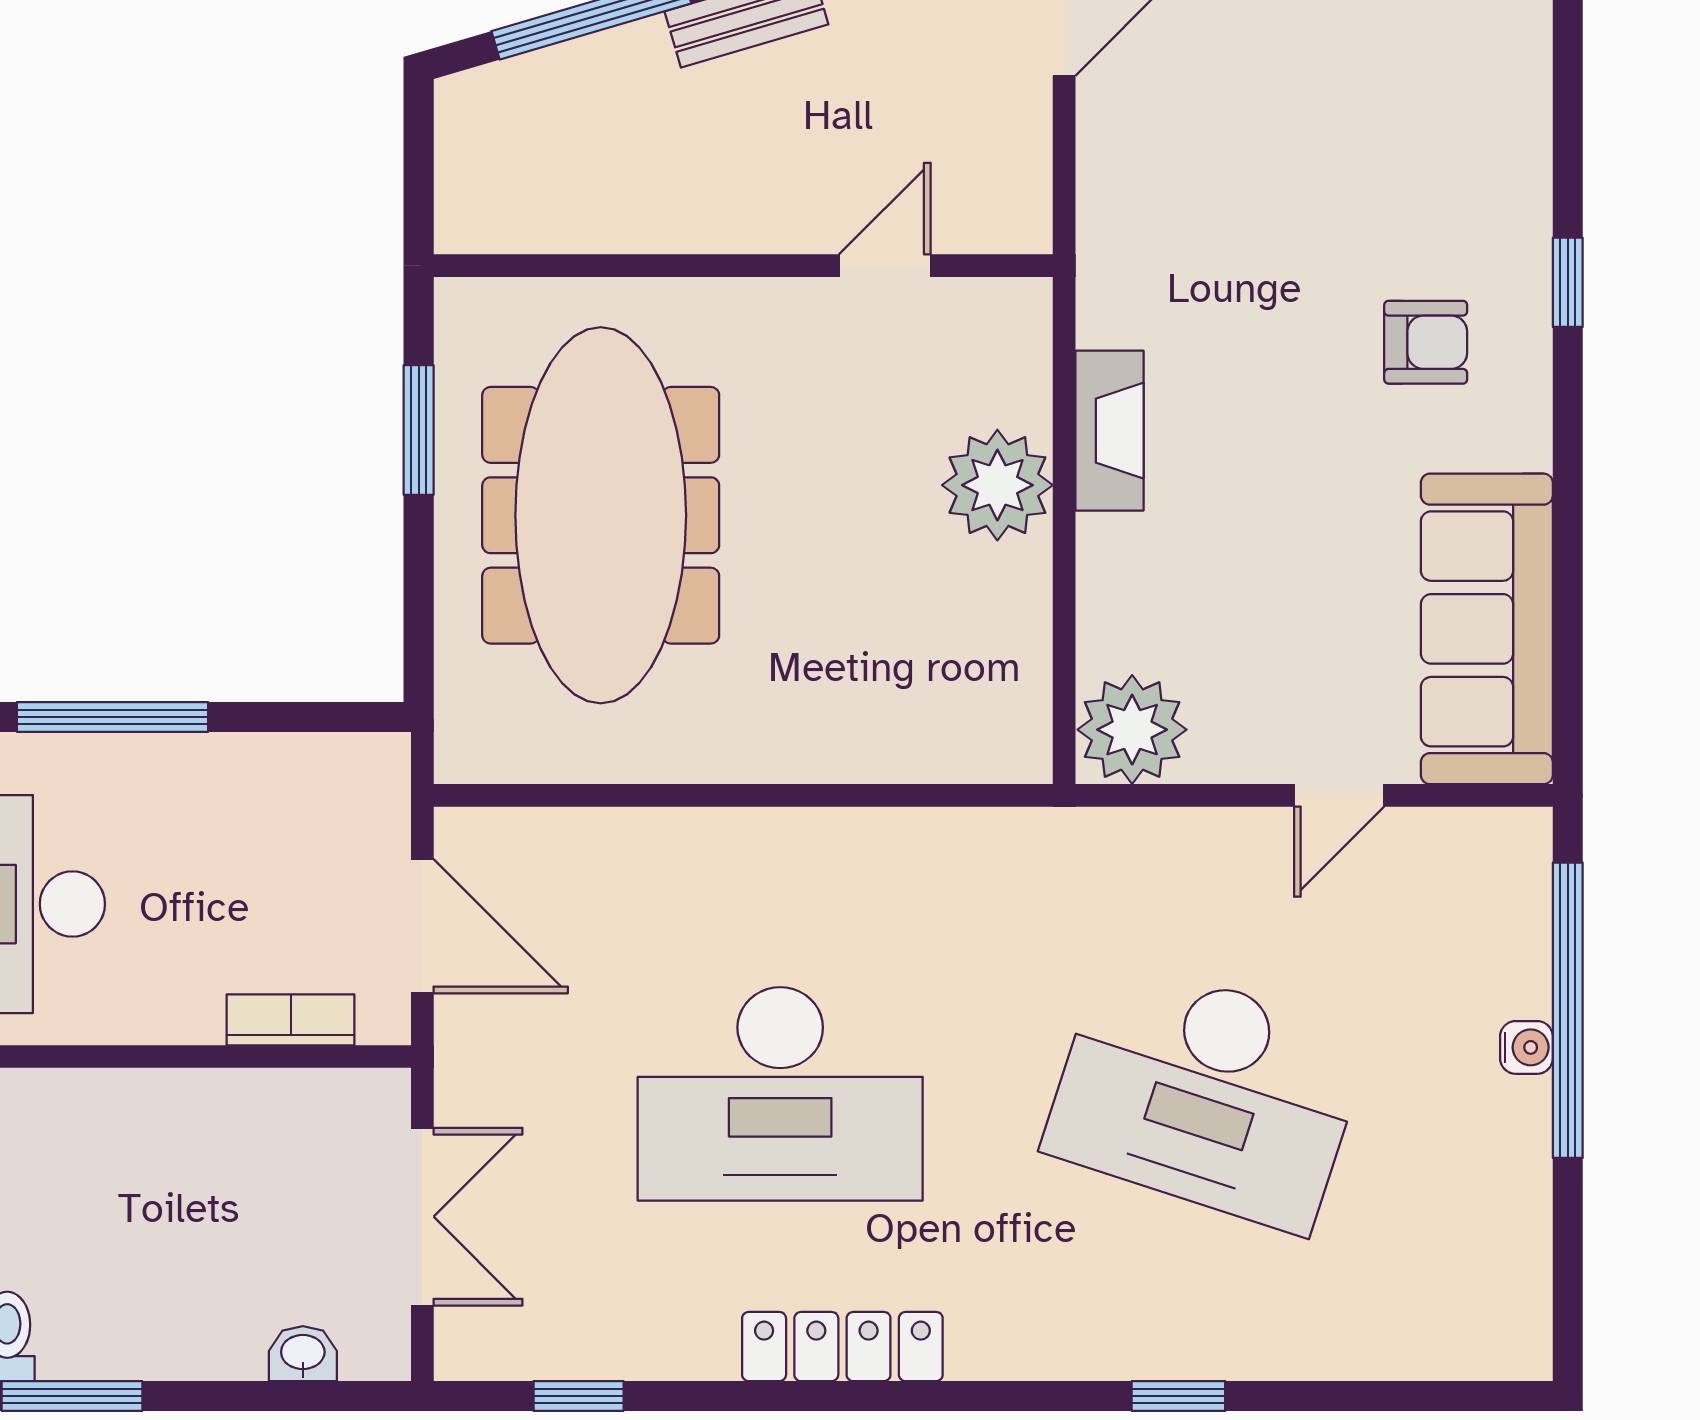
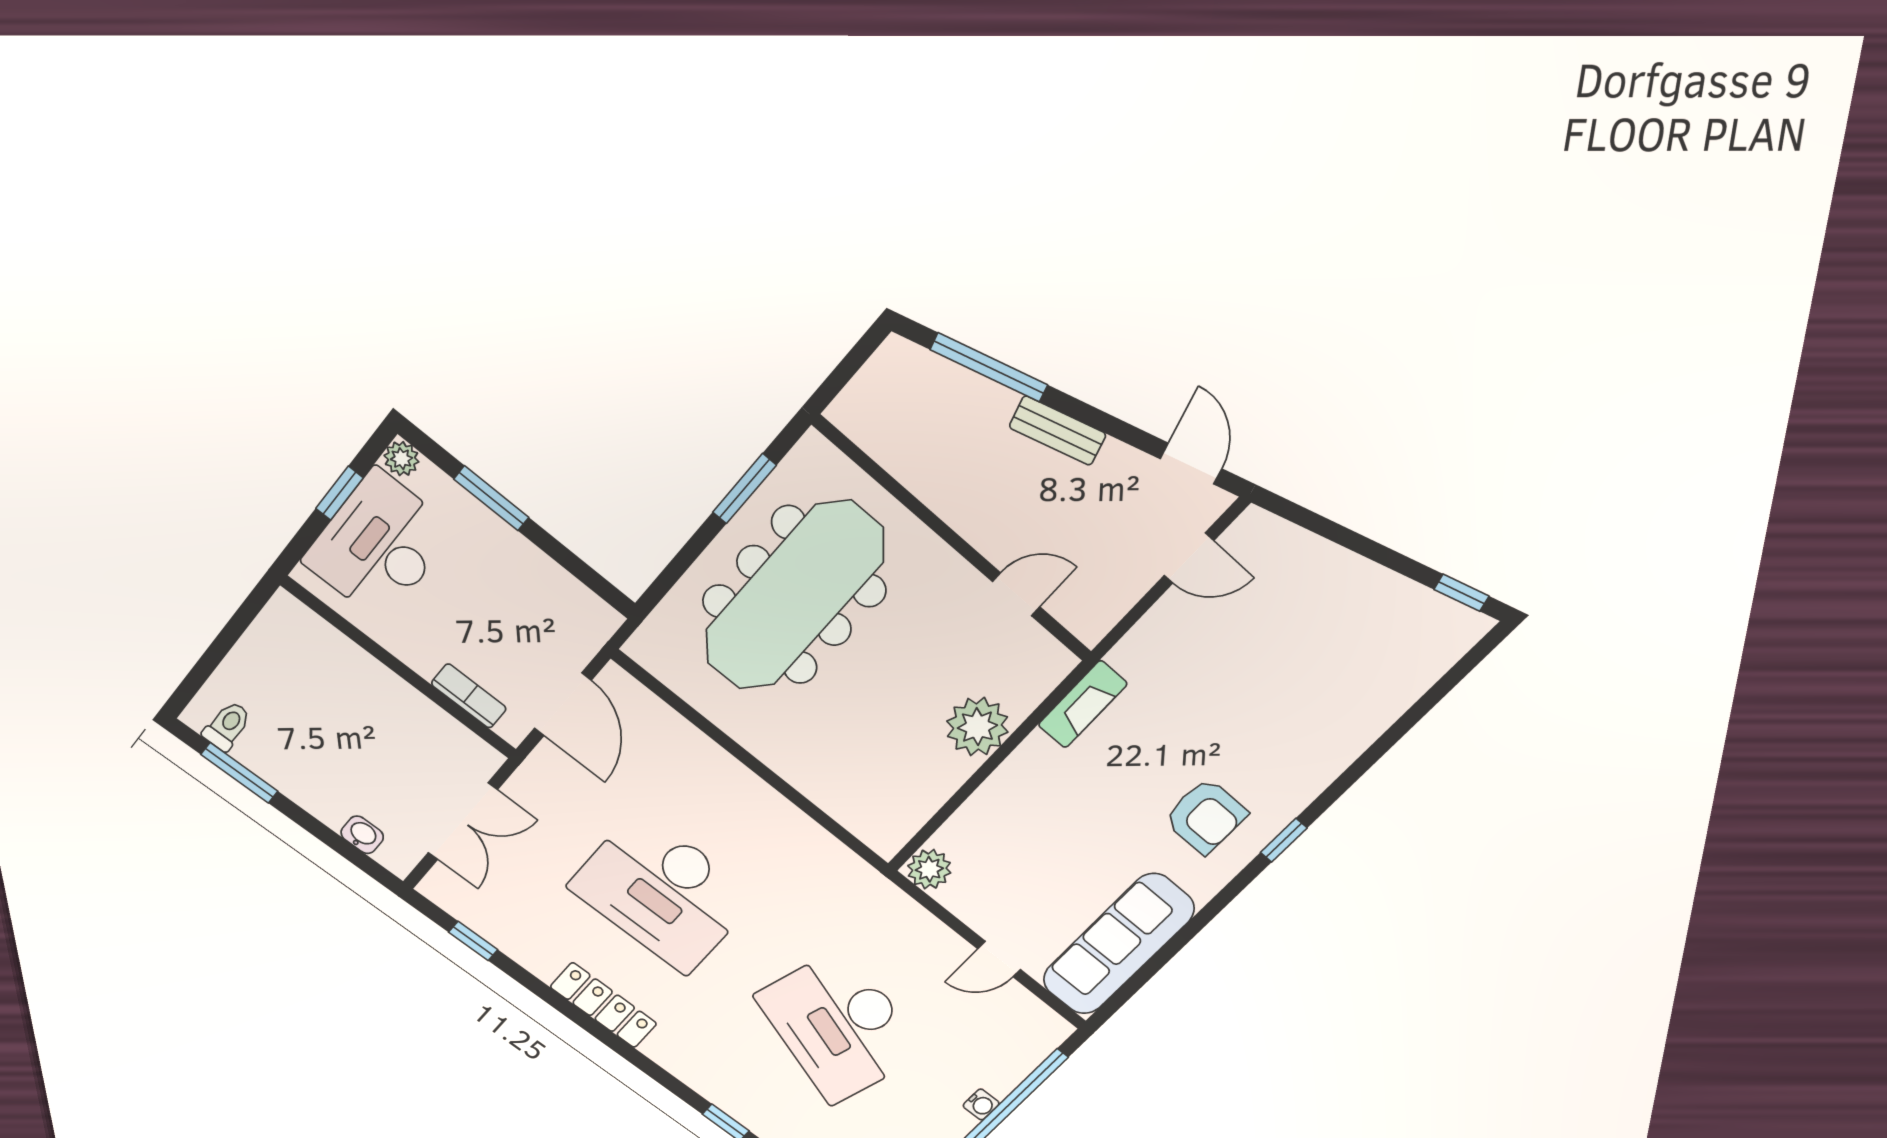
armchair: (1426, 342) -> (1205, 816), width x1.38, depth x1.38
fireplace: (1109, 431) -> (1083, 704), moved
window: (113, 717) -> (491, 498), width x0.69
plant: (1132, 730) -> (929, 869), width x0.73, depth x0.73

